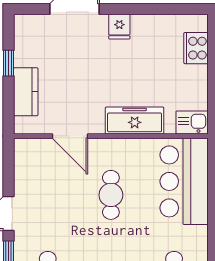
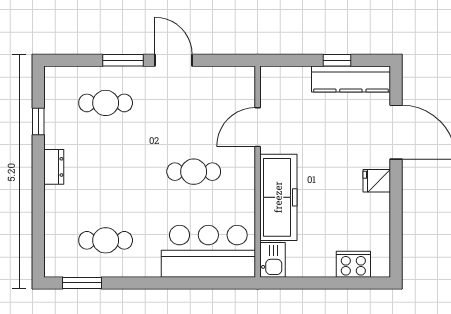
kitchen counter: (26, 92) -> (351, 79), moved, width x1.50
freezer: (135, 121) -> (278, 197), width x1.36, depth x1.26

